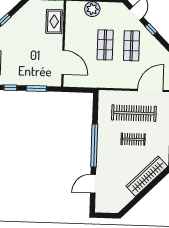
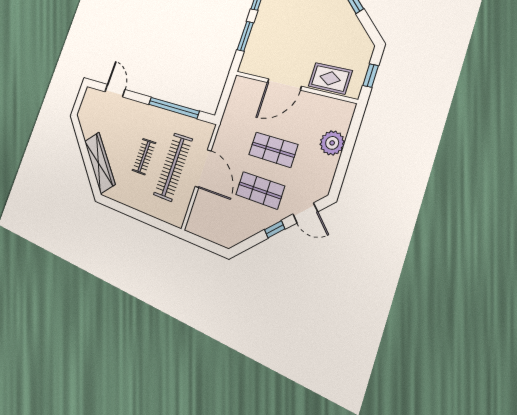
door: (63, 62) -> (284, 84), moved
door: (150, 90) -> (203, 169), moved
window: (94, 145) -> (173, 108), moved

